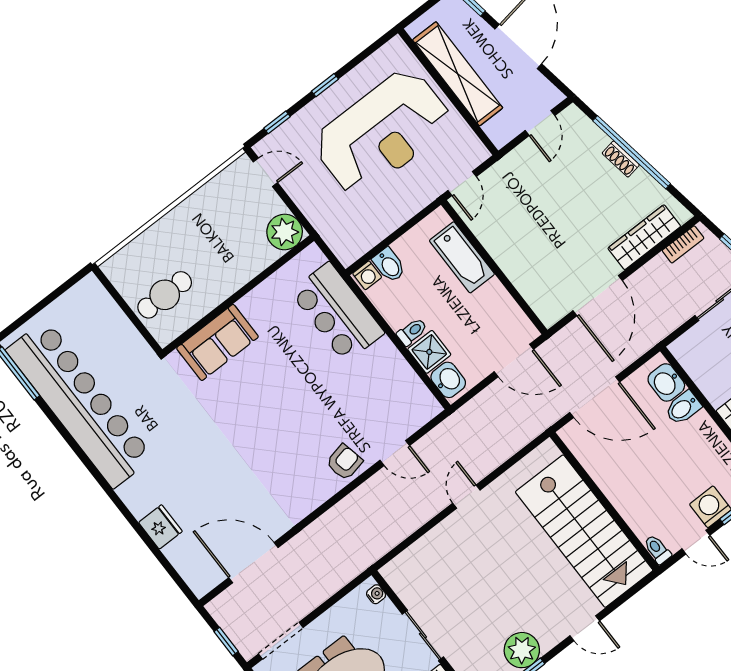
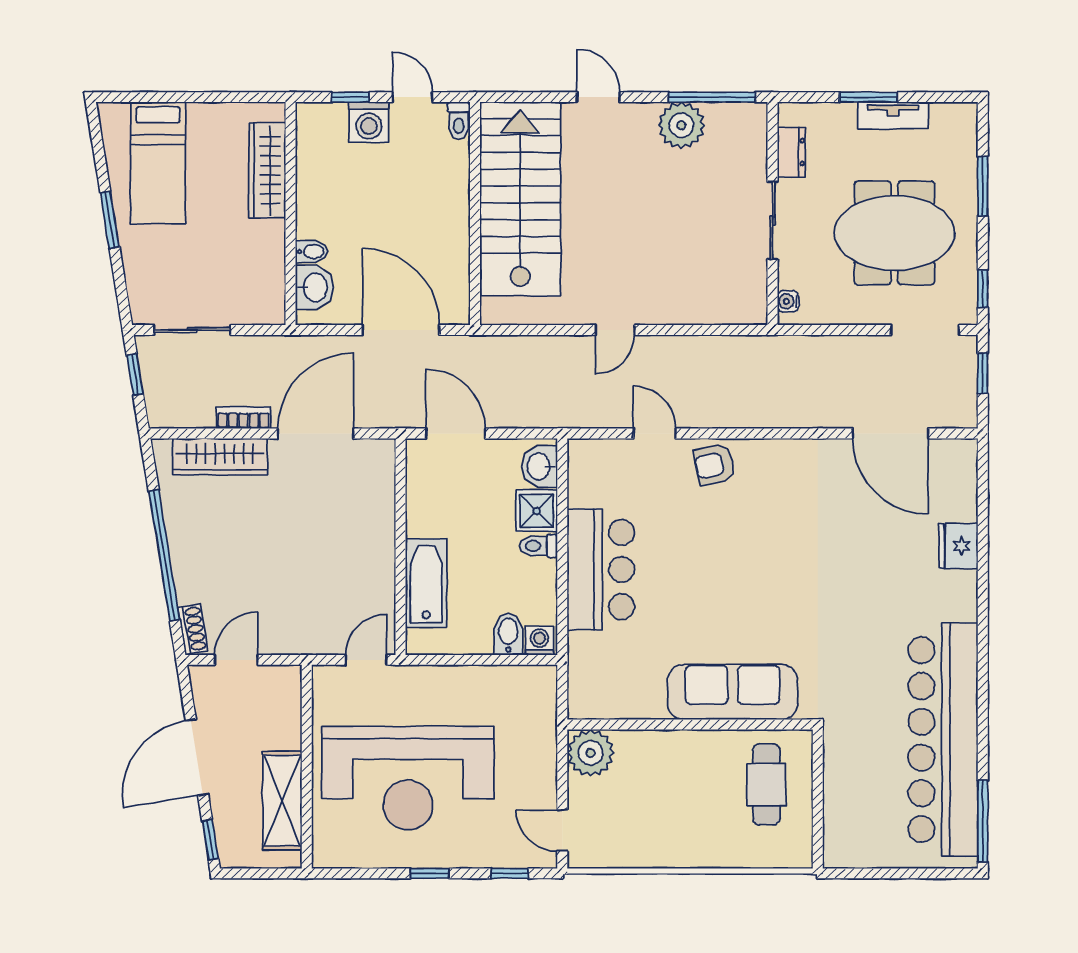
shelving: (458, 74) -> (282, 801), width x0.68
reception desk: (382, 132) -> (408, 778), turned 180
shoe rack: (621, 159) -> (193, 629), moved
bookcase: (683, 244) -> (243, 418), moved
cafe table: (165, 295) -> (766, 784), turned 90
bar counter: (337, 312) -> (601, 569), moved
sofa: (217, 342) -> (733, 692), width x1.36
bidet: (683, 408) -> (312, 252), width x0.72, depth x0.74

